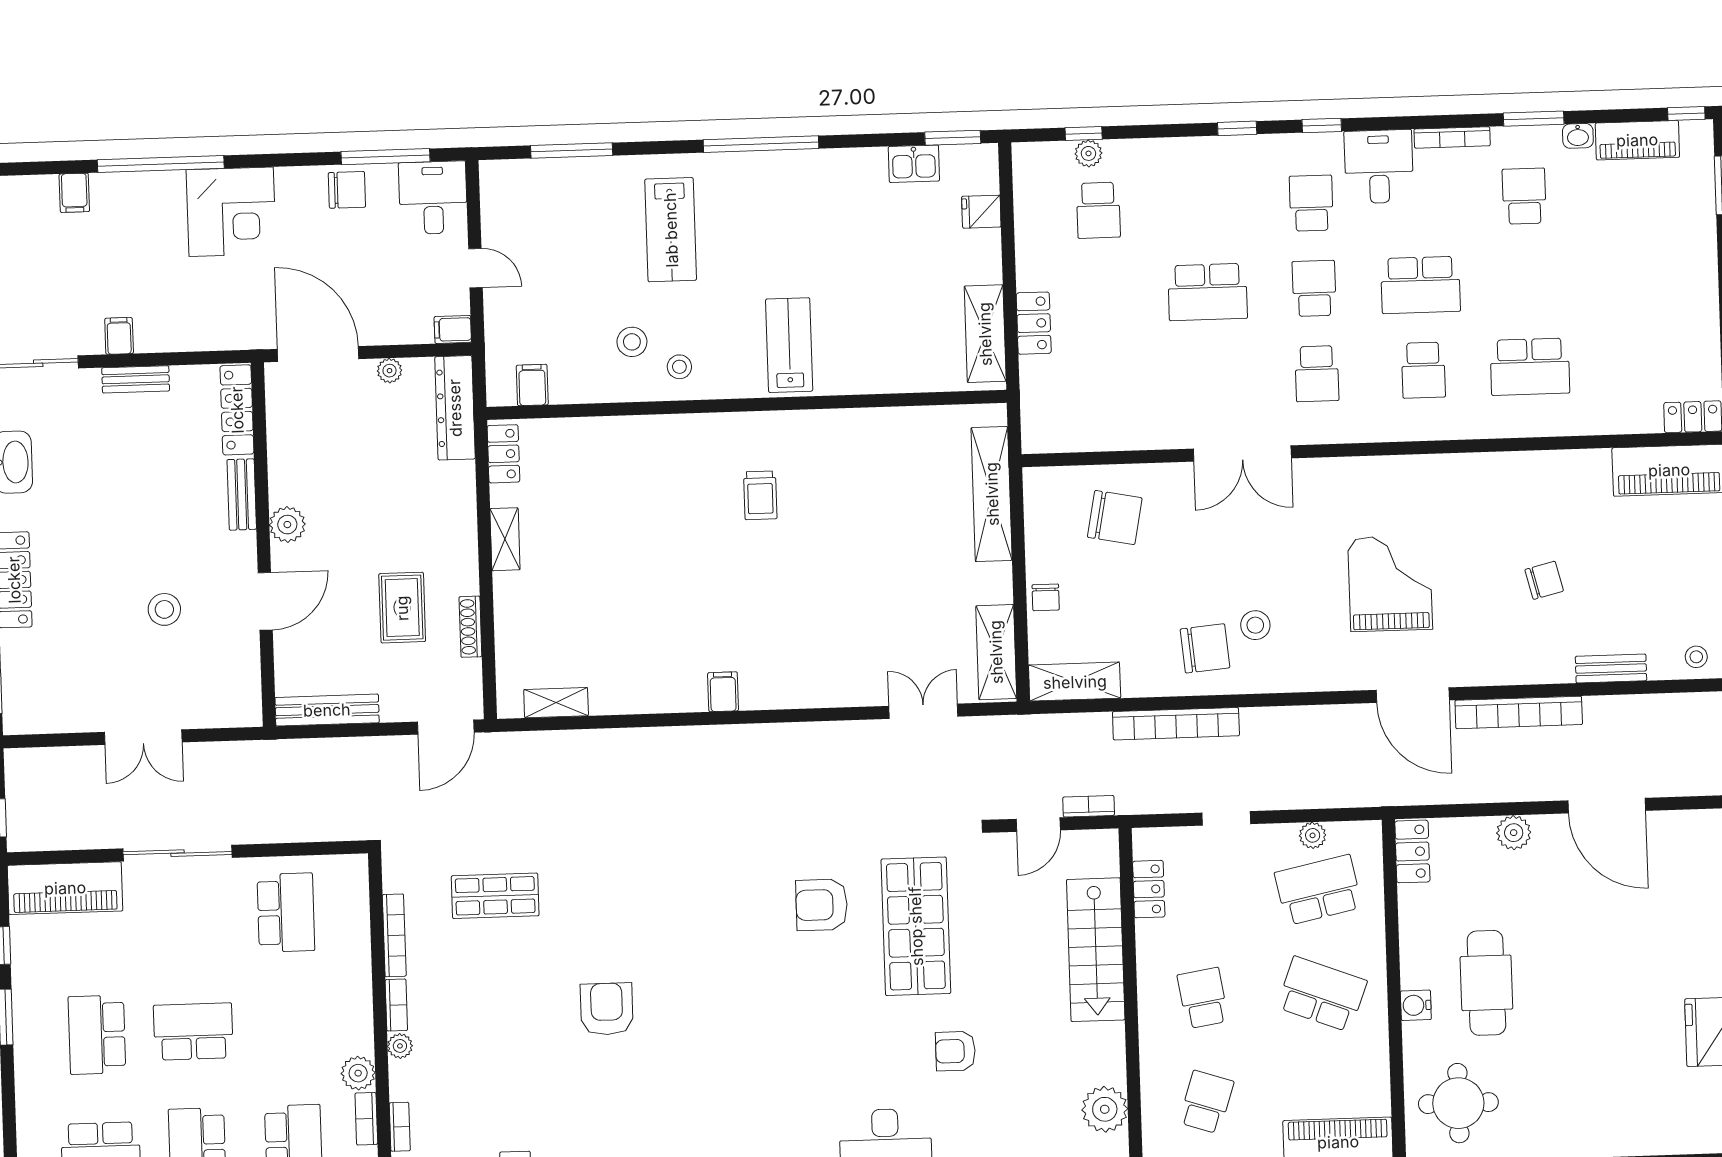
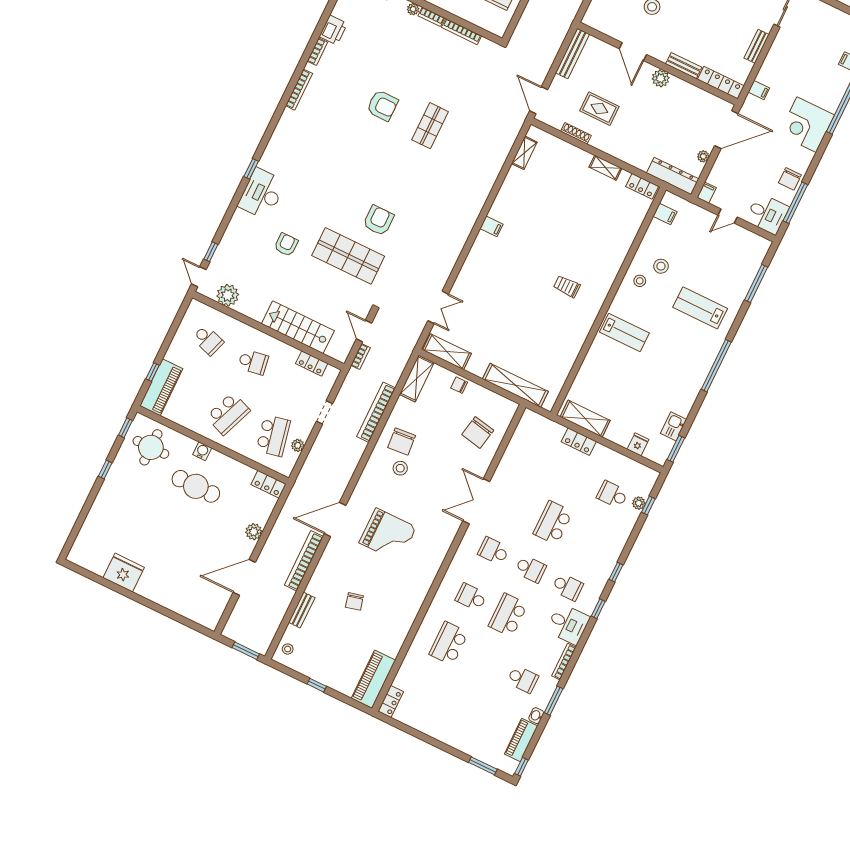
filing cabinet: (119, 336) -> (759, 90), moved
shop shelf: (495, 896) -> (430, 126), moved

